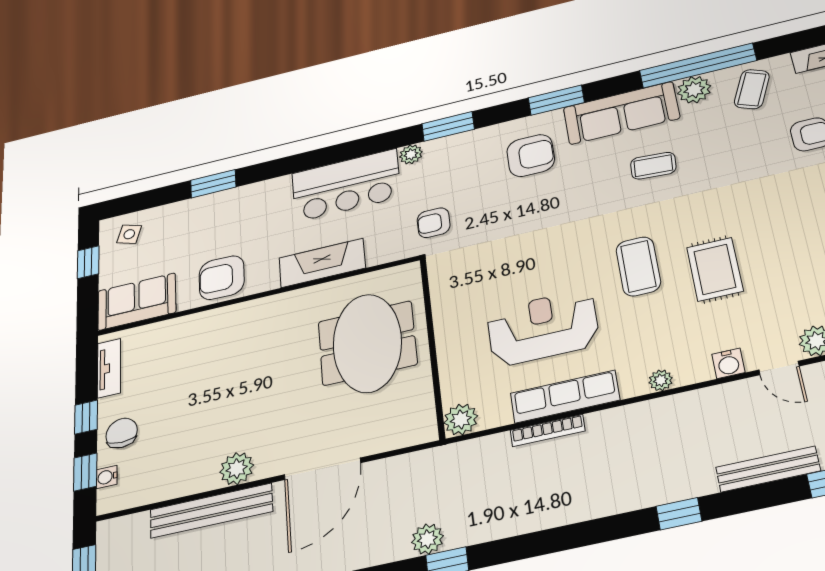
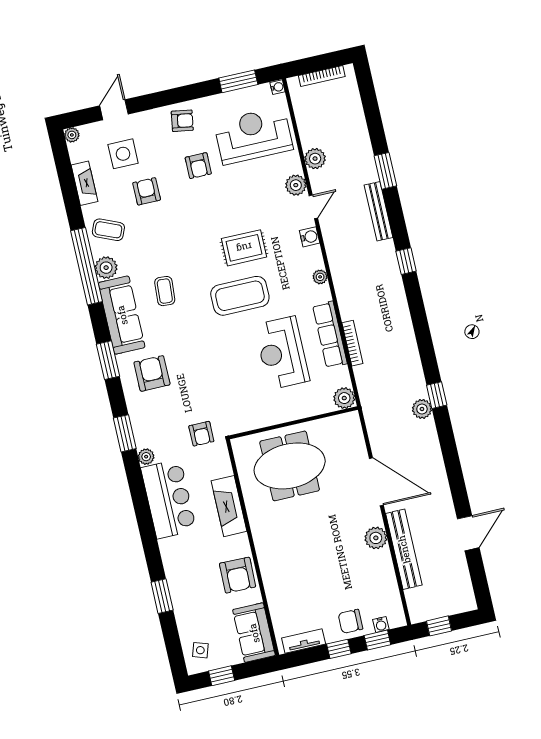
coffee table: (638, 266) -> (240, 296), width x1.36, depth x1.32

